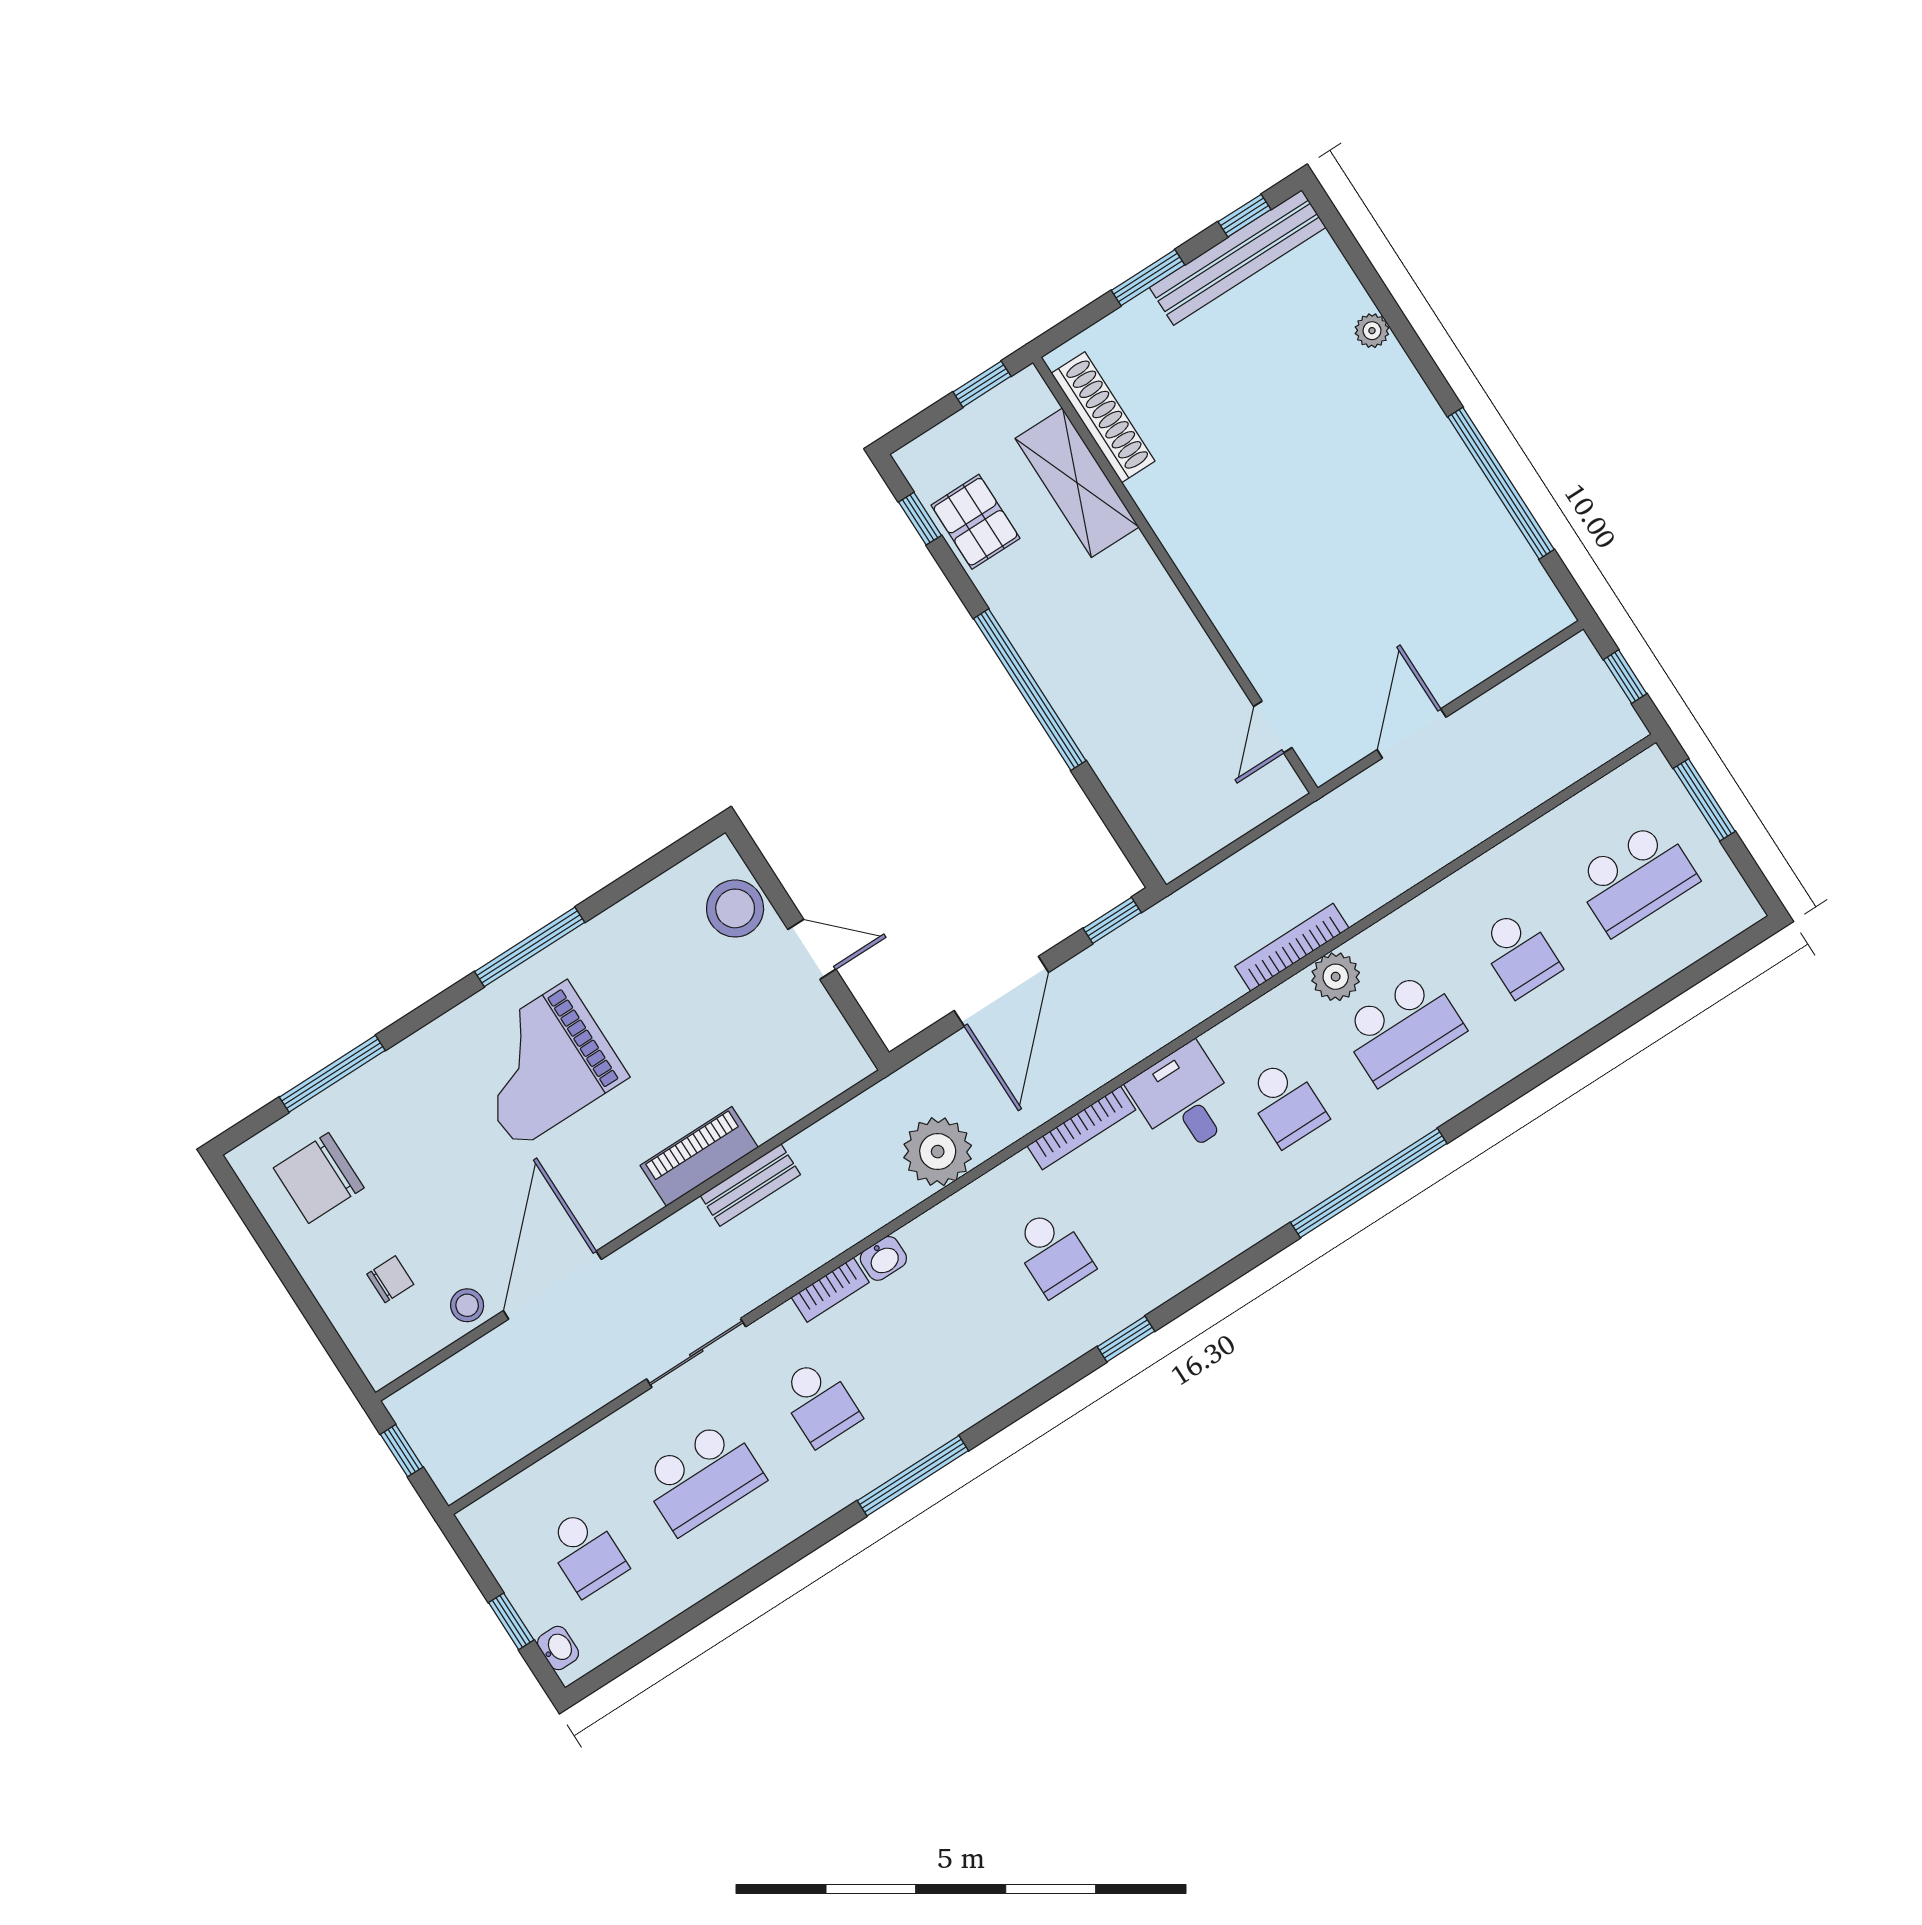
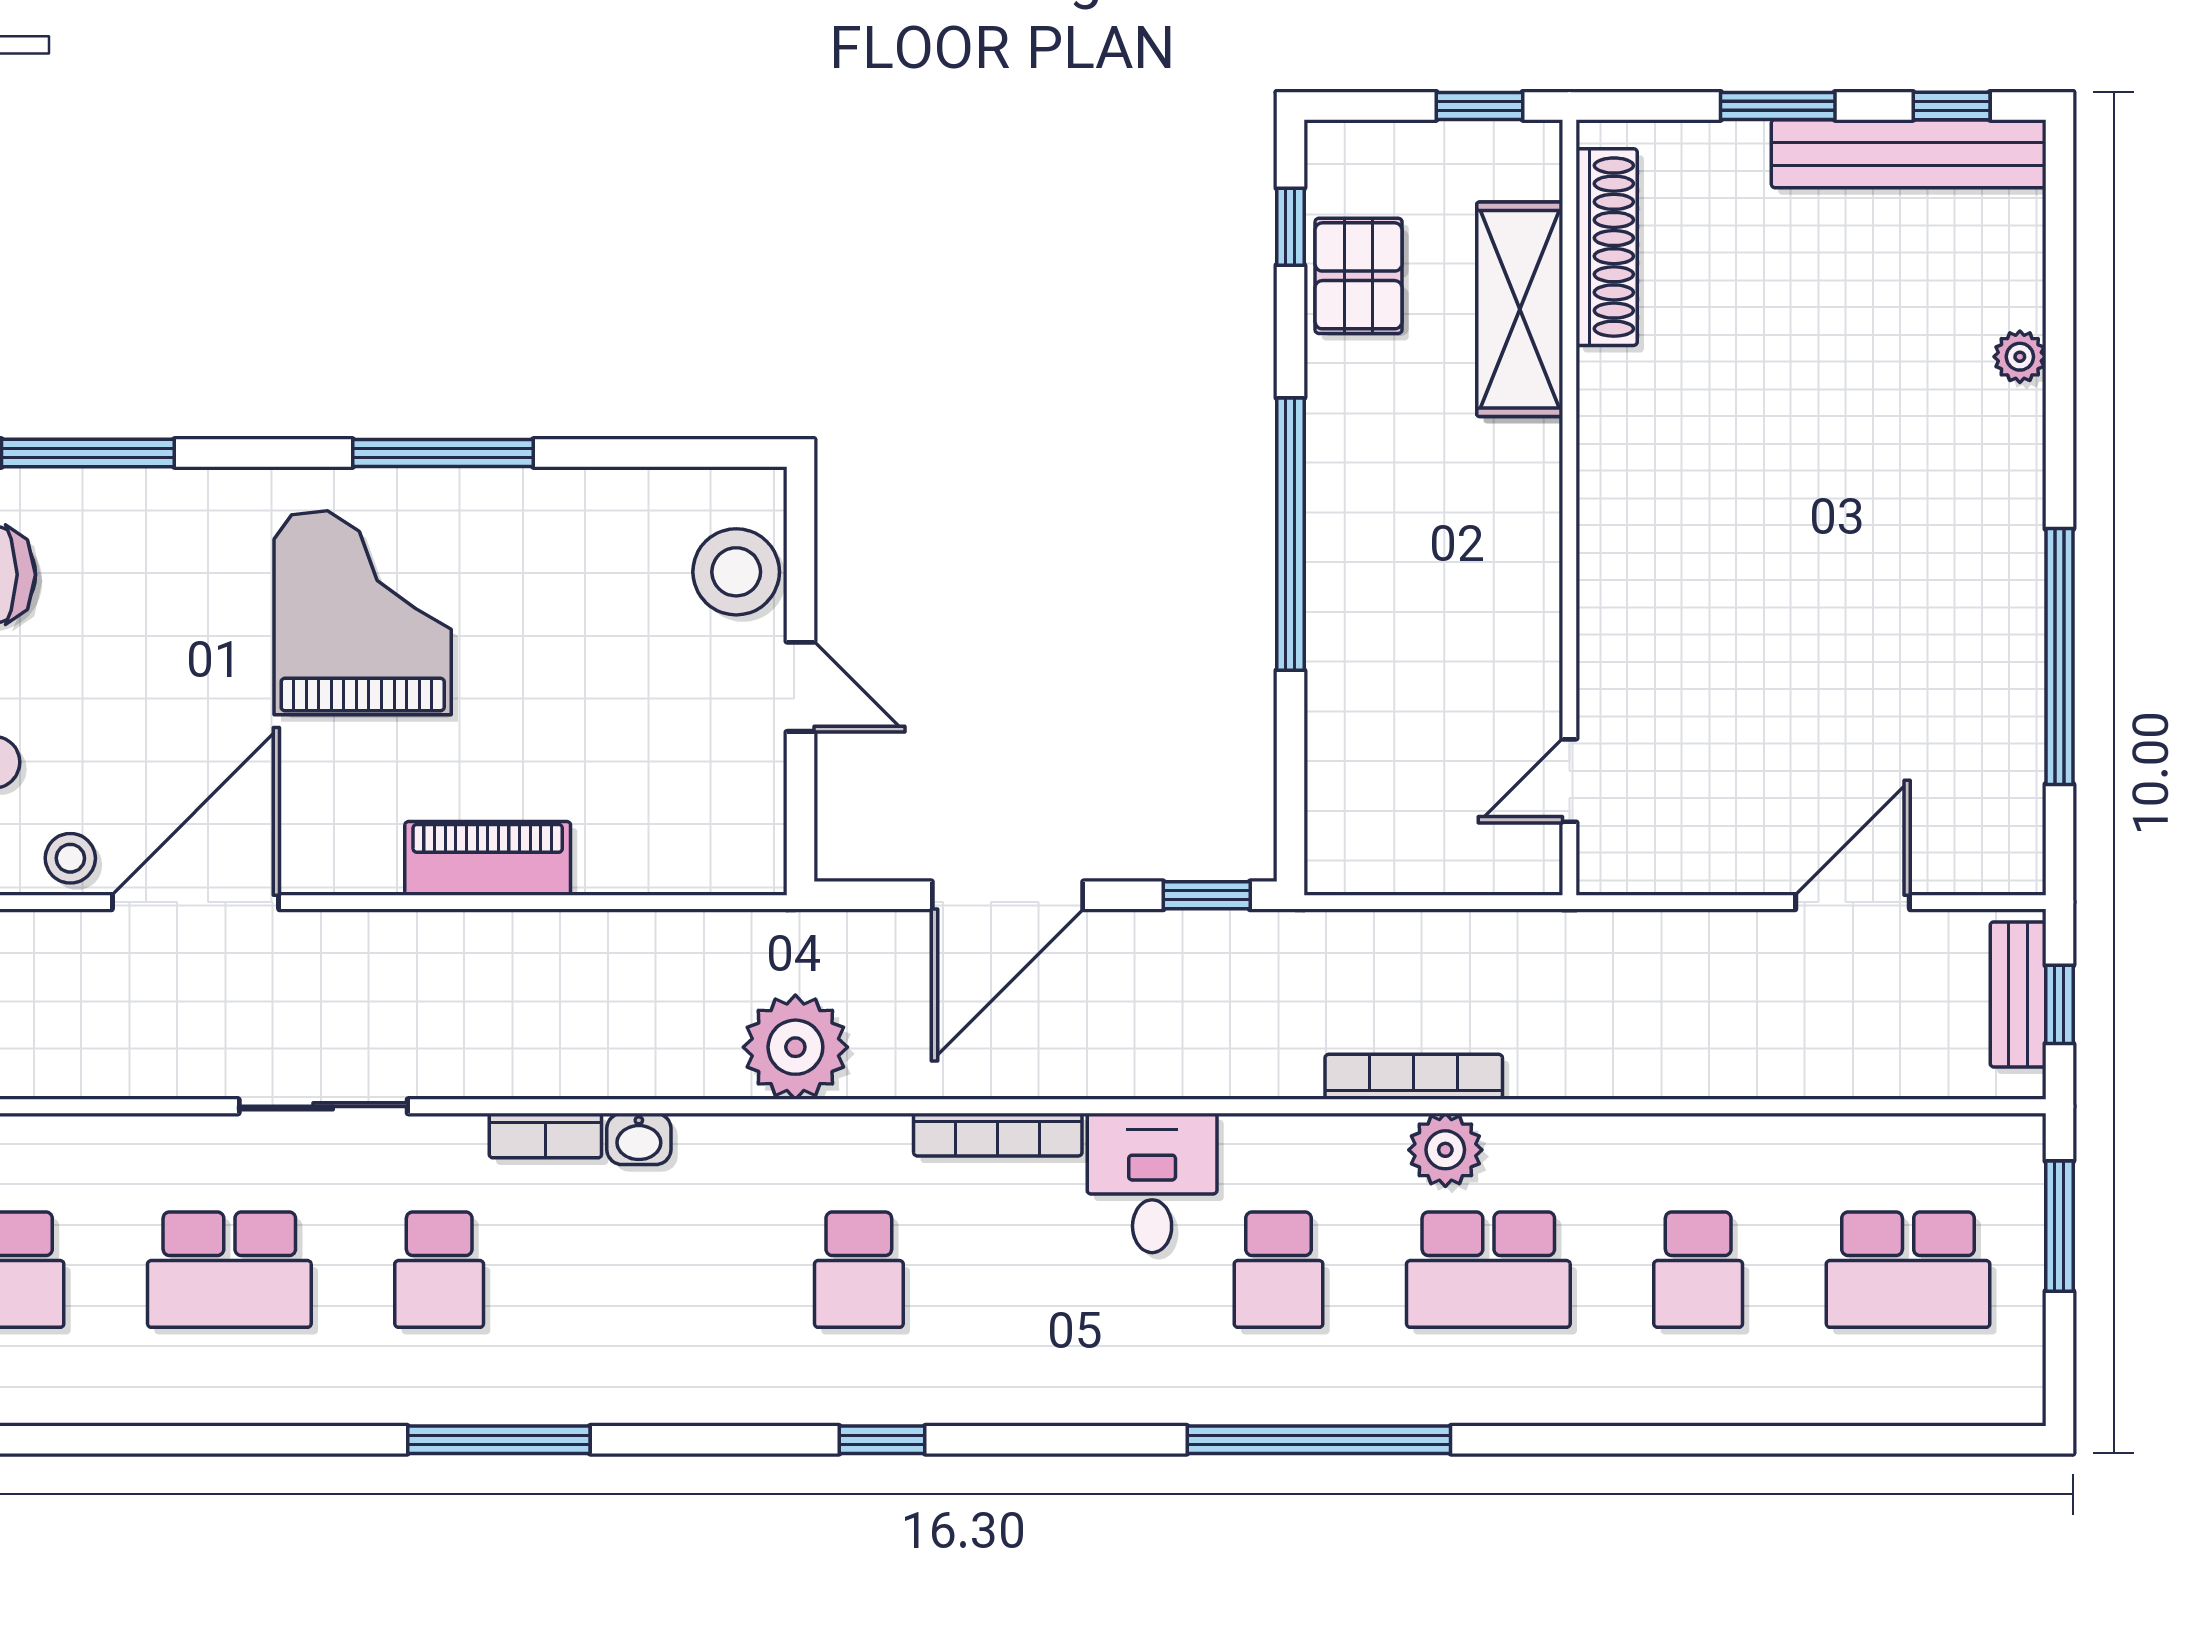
door: (1412, 733) -> (1853, 902), moved
grand piano: (542, 1064) -> (363, 613), turned 90
bench: (750, 1185) -> (2018, 994), moved, turned 90

